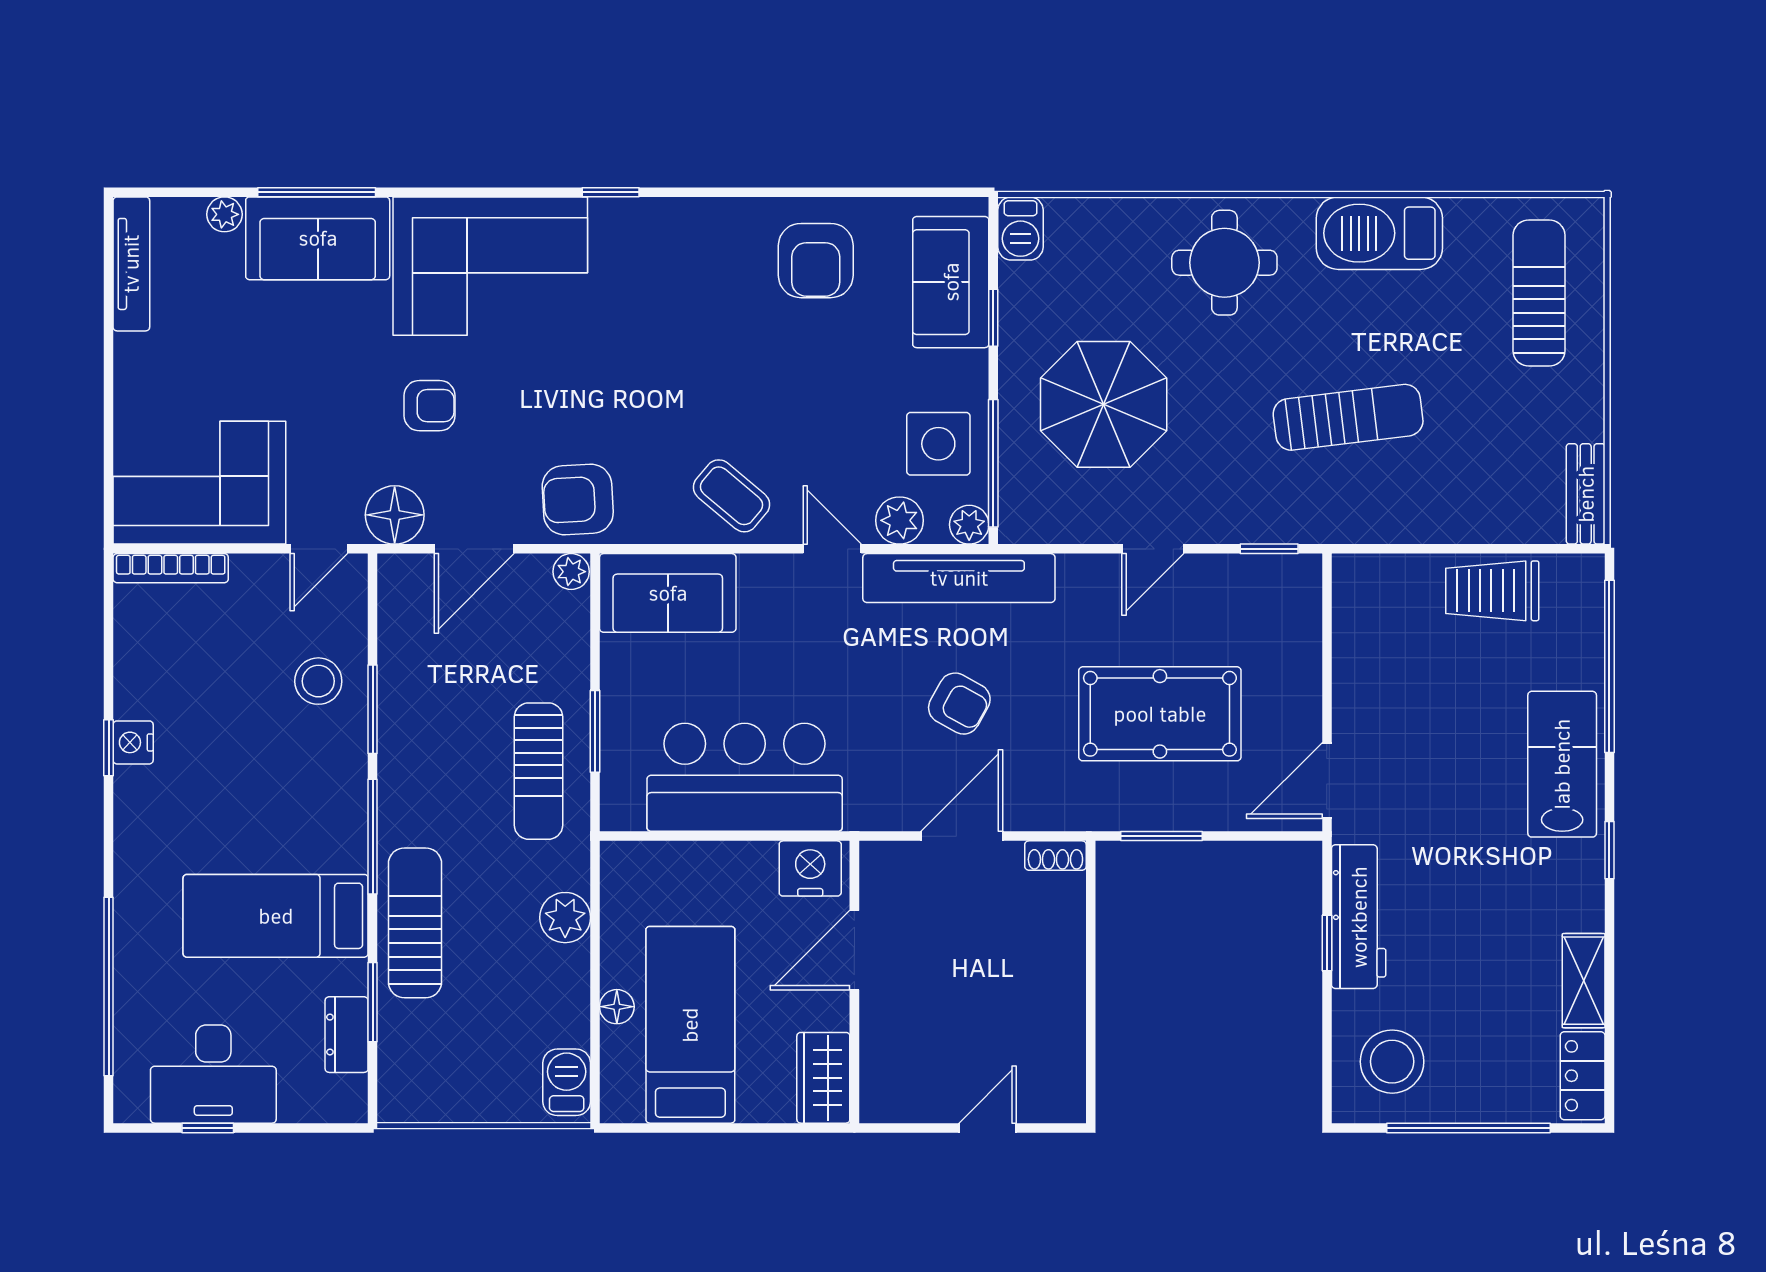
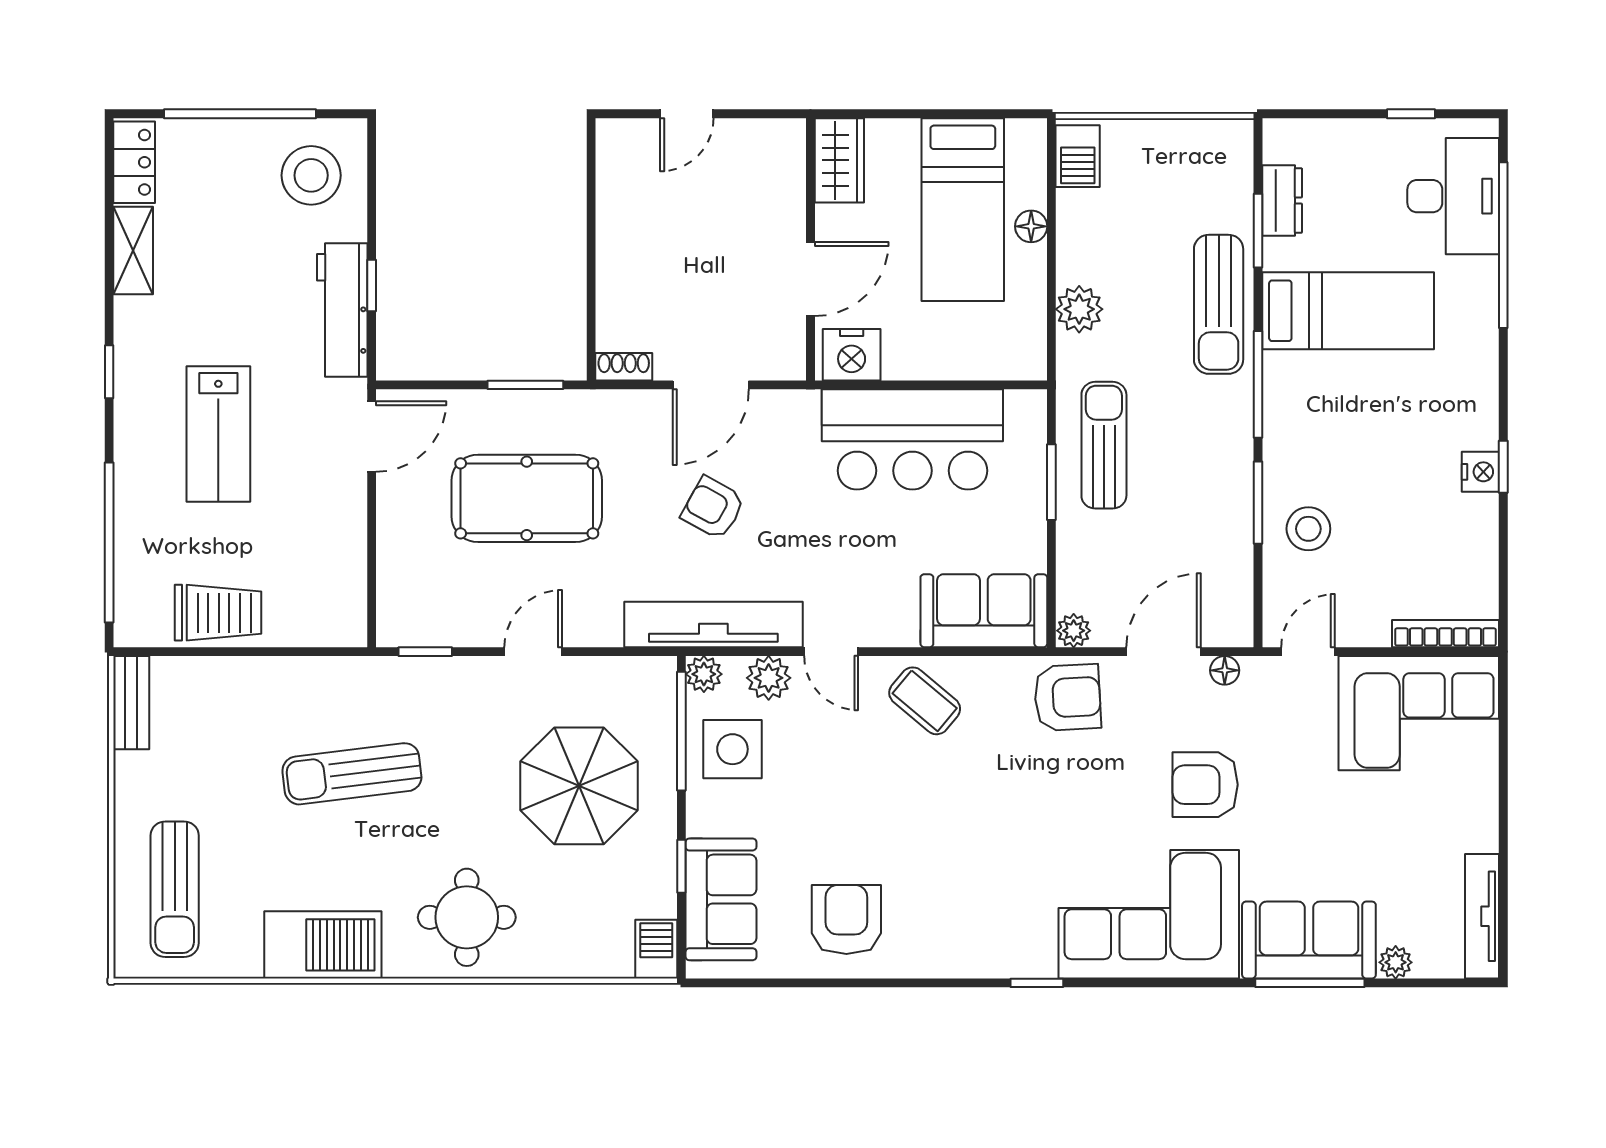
armchair: (430, 406) -> (1205, 785), width x1.38, depth x1.38
floor lamp: (395, 515) -> (1225, 670), width x0.53, depth x0.53
lab bench: (1562, 764) -> (218, 434), moved
desk: (213, 1074) -> (1453, 196), moved, turned 90

